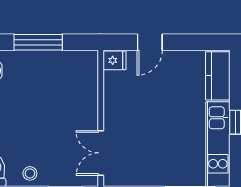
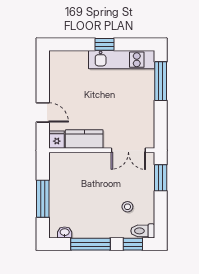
kitchen counter: (218, 76) -> (84, 139), moved, turned 180
stool: (30, 173) -> (127, 207), moved

